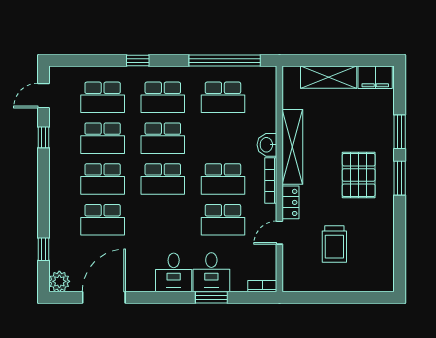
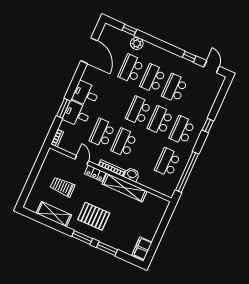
shelving: (329, 77) -> (54, 214), moved, turned 90
school desk: (103, 97) -> (196, 98), removed
plant: (59, 281) -> (137, 43), moved

